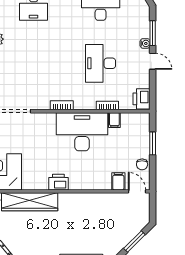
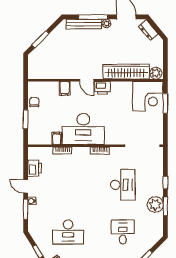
desk: (101, 63) -> (123, 185), moved
printer: (142, 99) -> (35, 168), moved
filing cabinet: (118, 181) -> (65, 88), moved
door: (137, 191) -> (87, 80), moved

